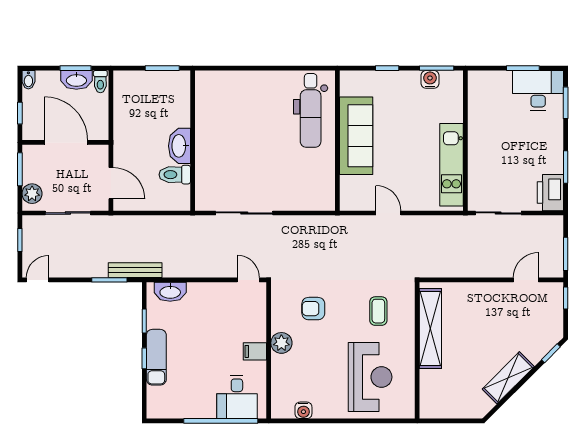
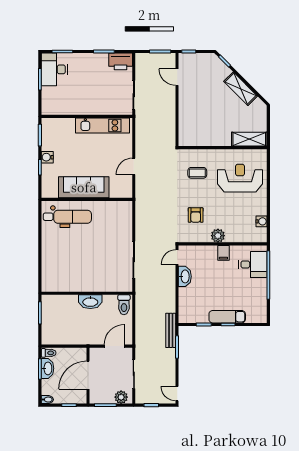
water cooler: (430, 79) -> (47, 157), moved
toilet: (175, 175) -> (124, 305), moved
washbasin: (170, 292) -> (185, 276), moved
shelving: (430, 328) -> (249, 139), moved, width x0.68

